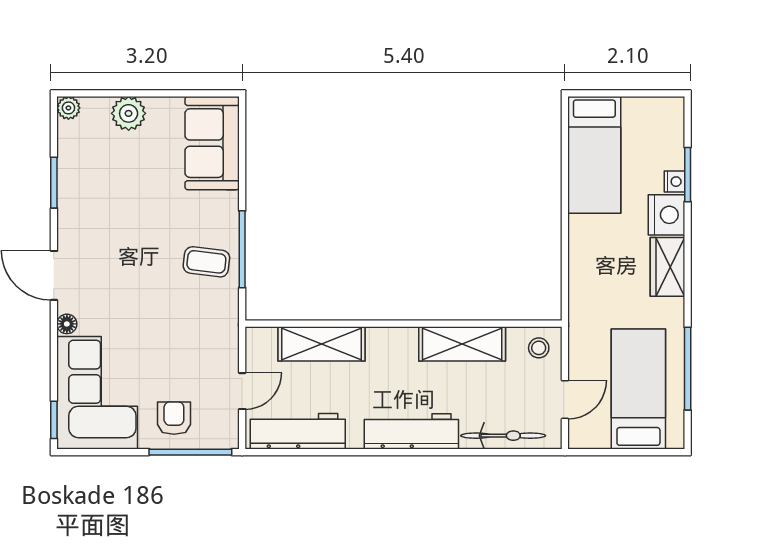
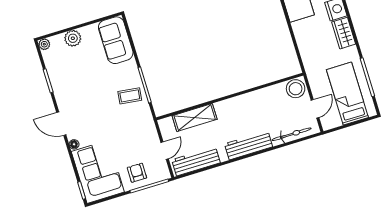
shelving: (462, 344) -> (260, 98), removed
stool: (539, 348) -> (296, 89), width x1.89, depth x1.89

